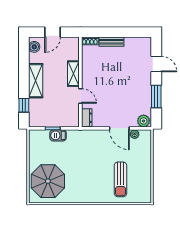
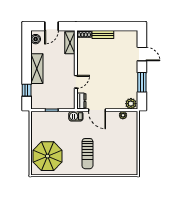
shelving: (73, 74) -> (70, 43), moved
door: (80, 96) -> (76, 82), hinge flipped
door: (119, 128) -> (97, 110), moved
barbecue: (58, 135) -> (76, 116), moved
sun lounger: (120, 179) -> (87, 154), moved

